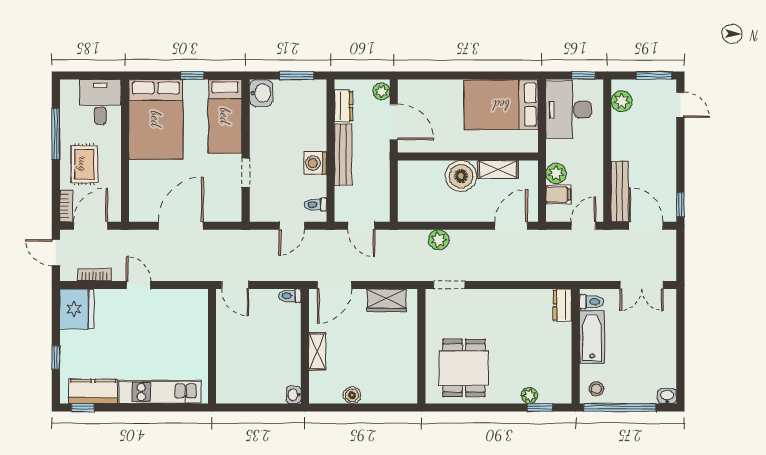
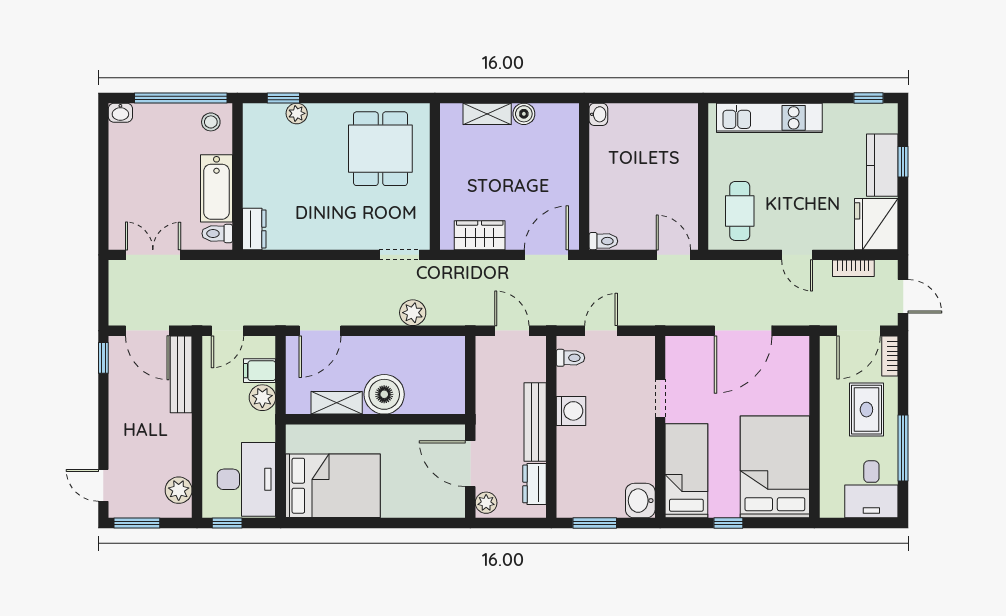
desk: (100, 102) -> (871, 489), moved
cafe table: (183, 319) -> (740, 211), added
shelving: (317, 351) -> (487, 114), moved, turned 90
kitchen counter: (93, 391) -> (882, 165), moved, turned 90

